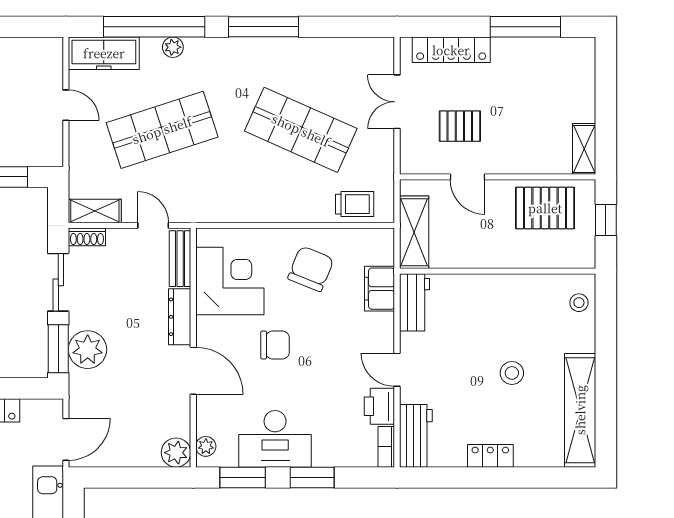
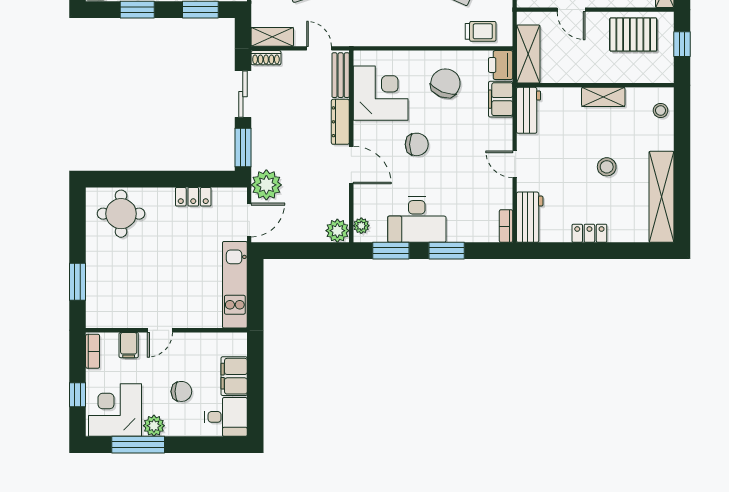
shelving: (508, 286) -> (603, 97), added
plant: (88, 350) -> (266, 185), moved
printer: (379, 406) -> (501, 65), moved

